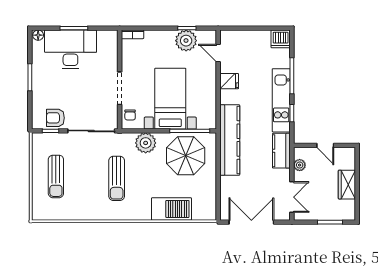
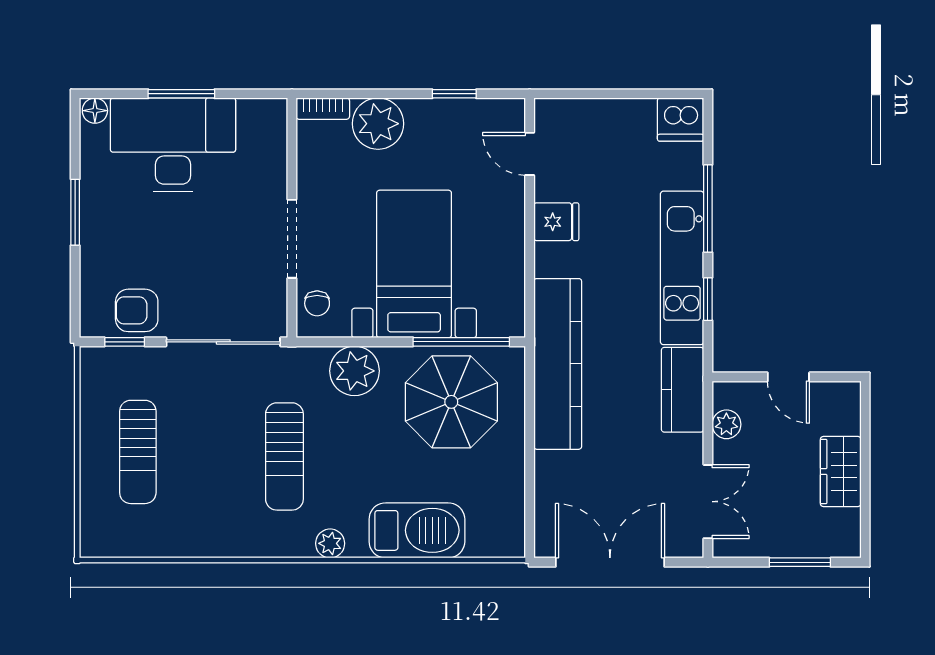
plant: (186, 41) -> (378, 124), moved
plant: (136, 214) -> (330, 543), added

